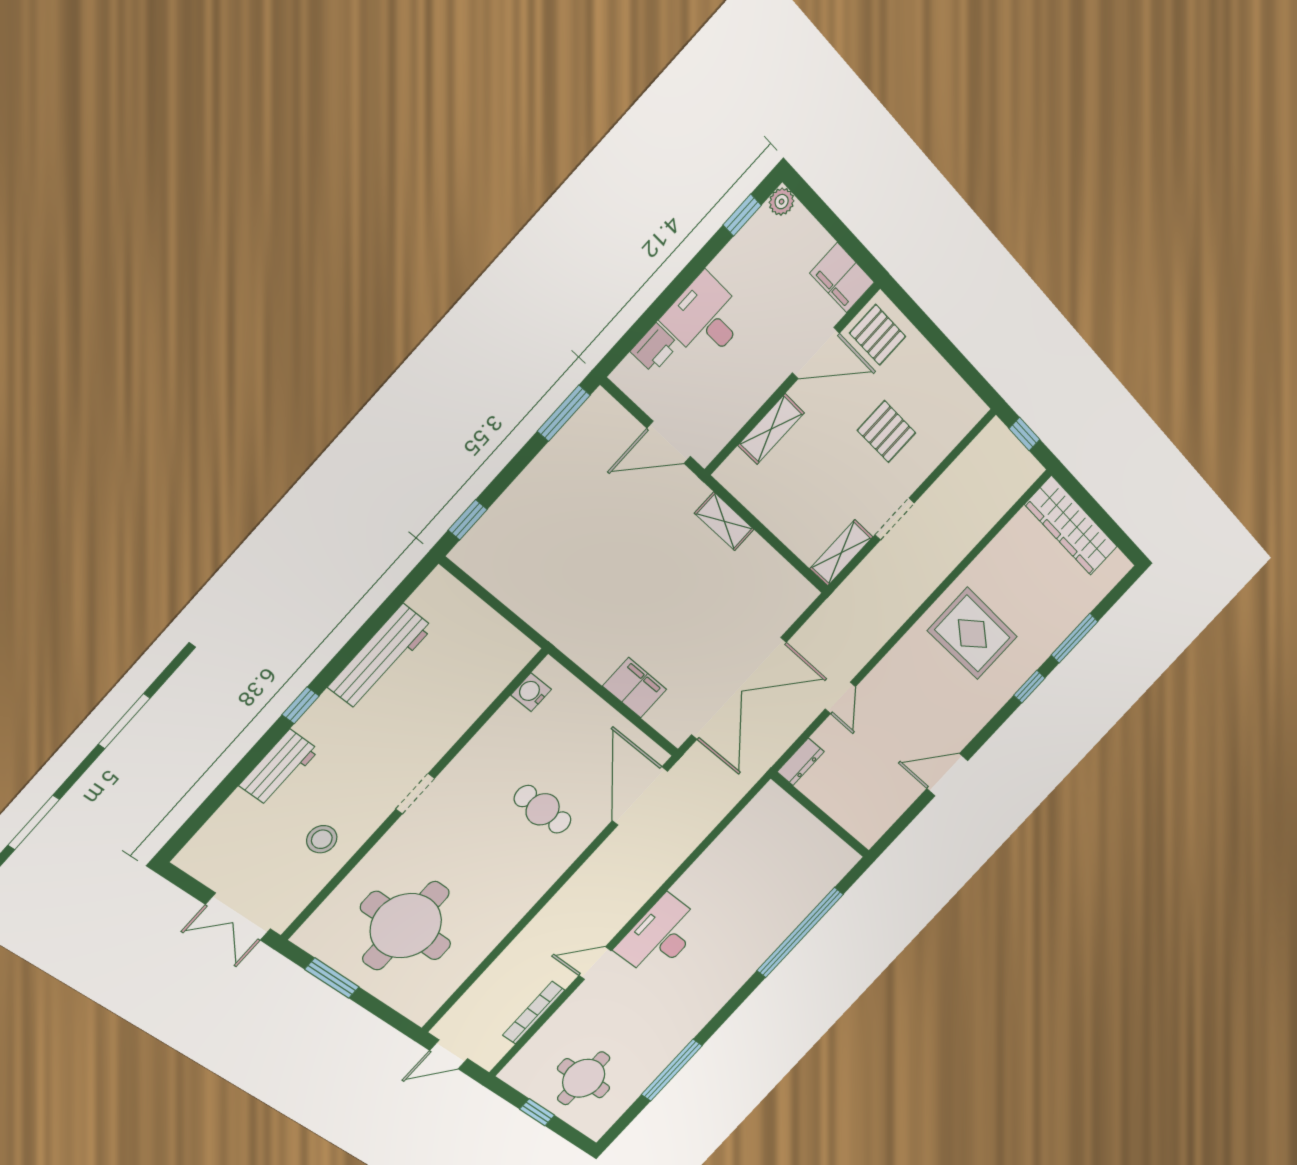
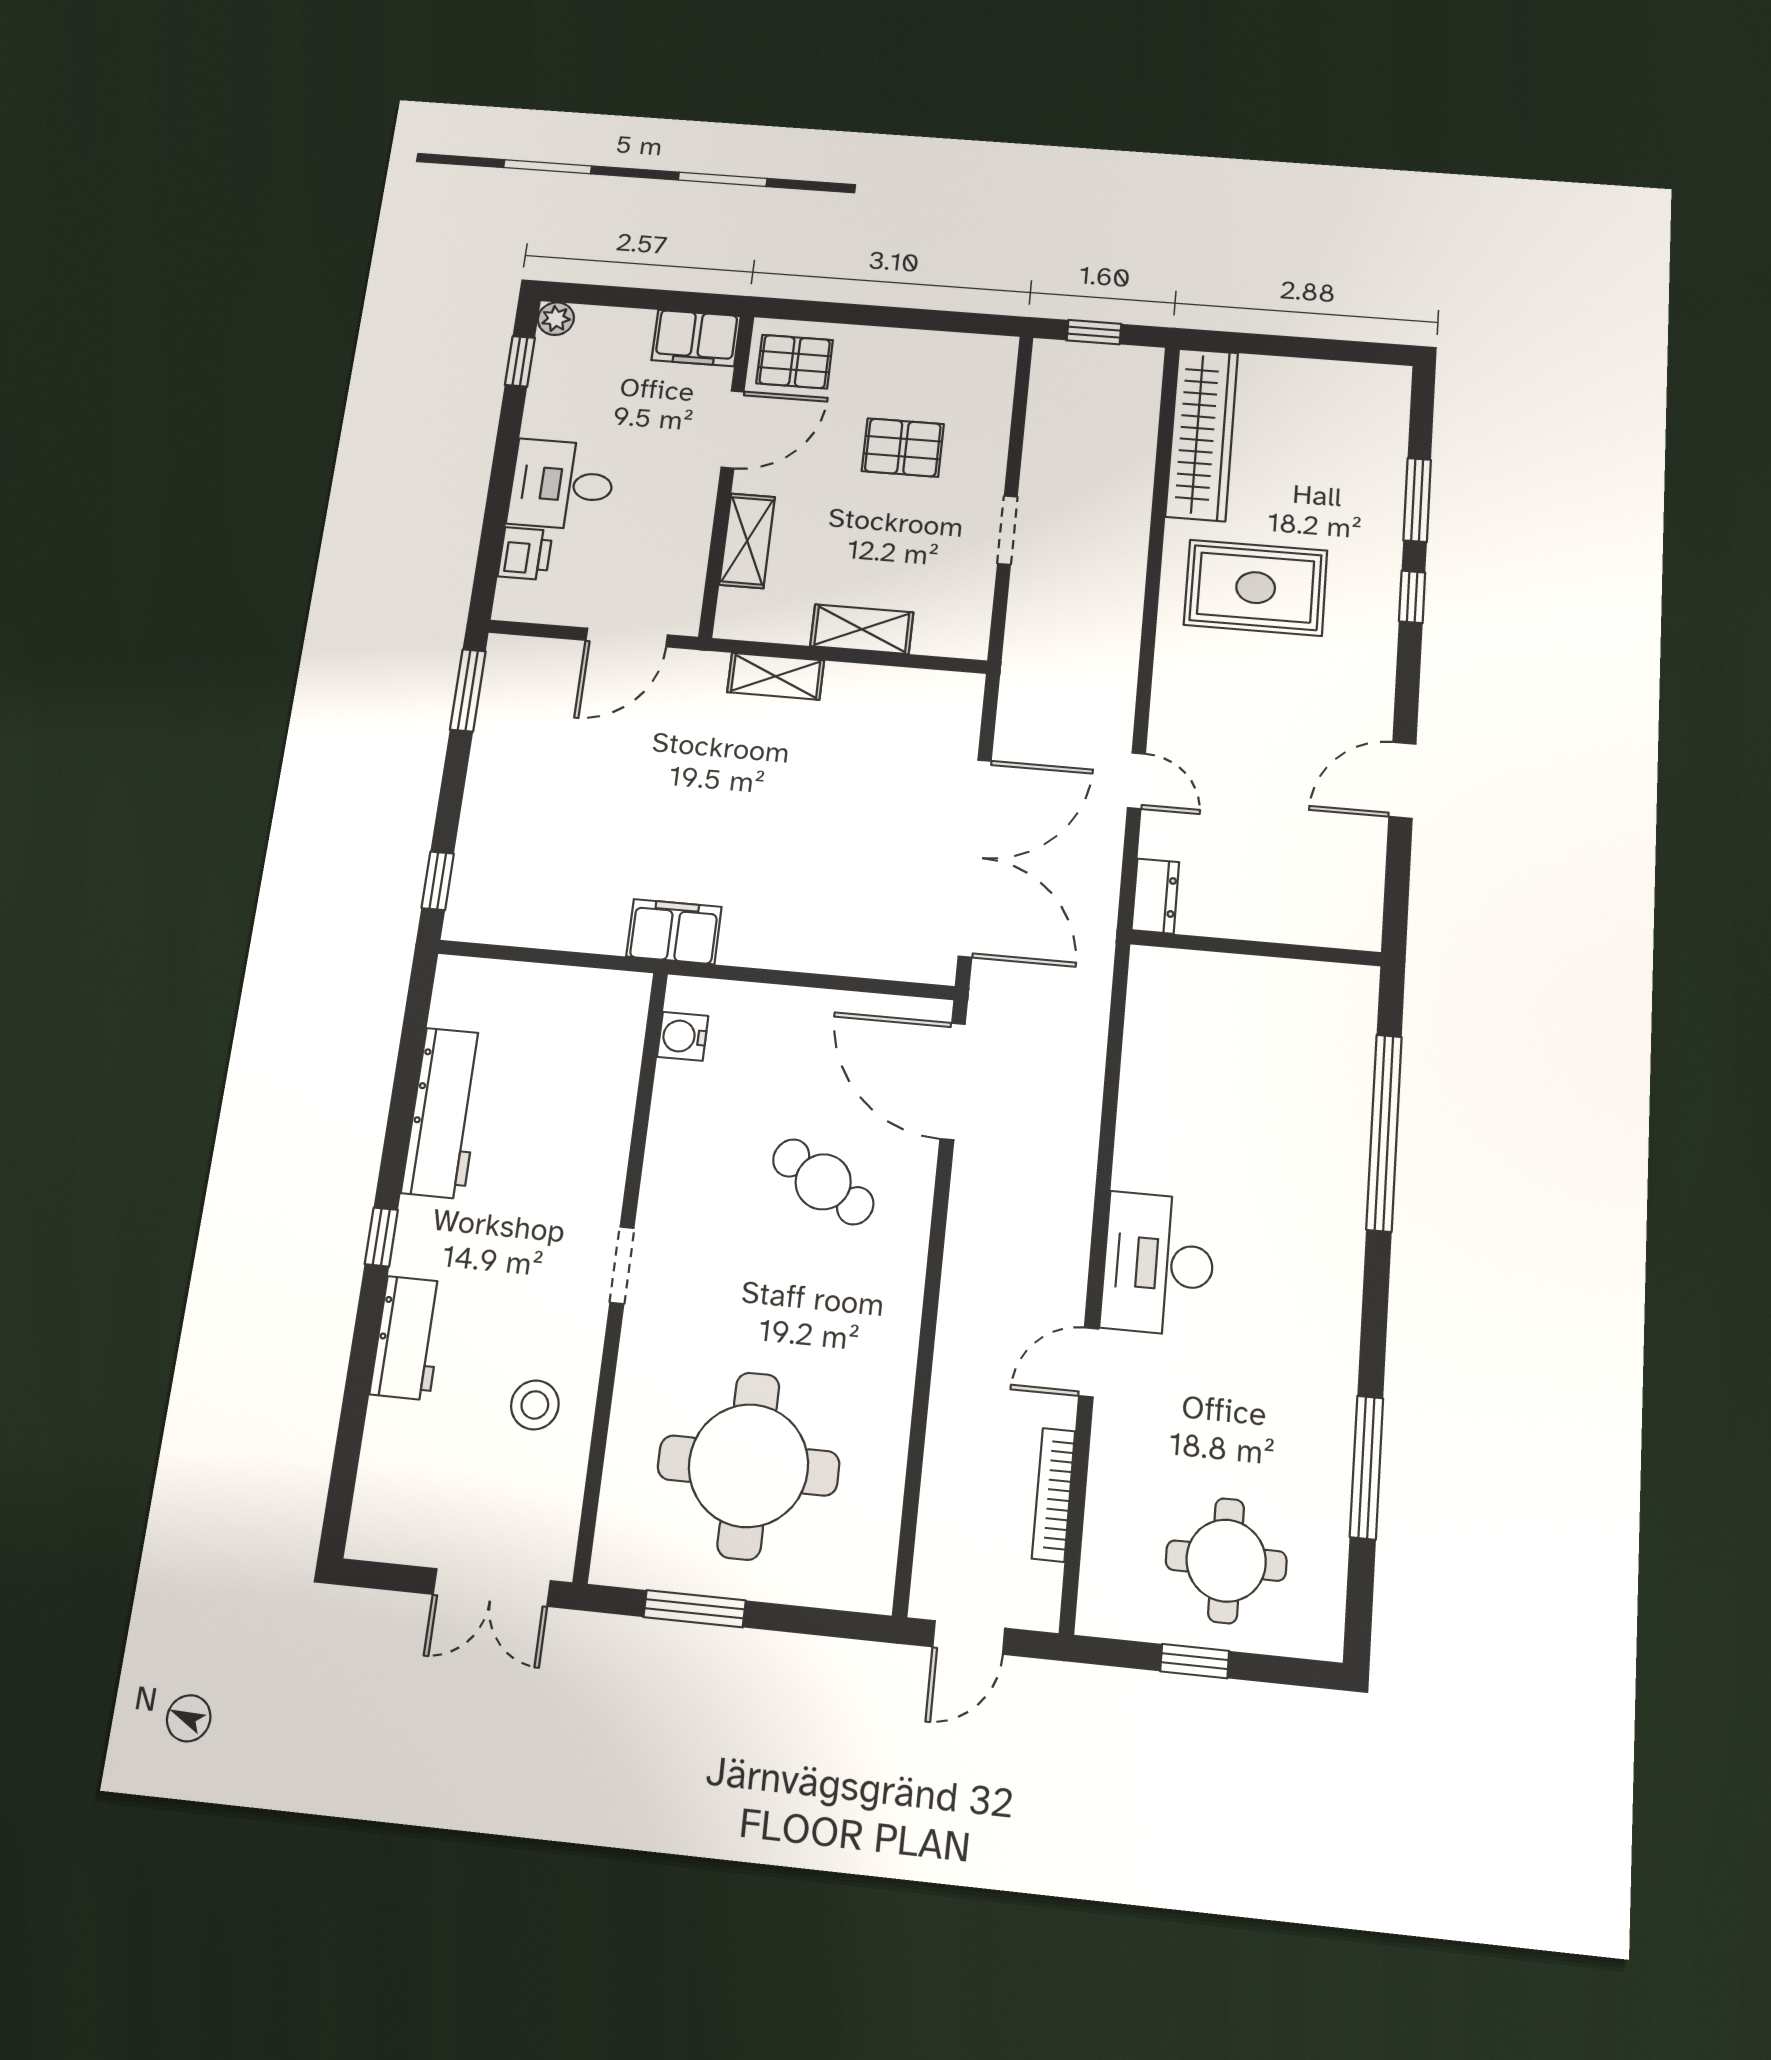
wardrobe: (1071, 526) -> (1202, 434), moved, turned -90
shelving: (841, 553) -> (862, 629), moved, turned 90
filing cabinet: (635, 688) -> (674, 932), moved
cafe table: (543, 809) -> (823, 1182), turned 31

